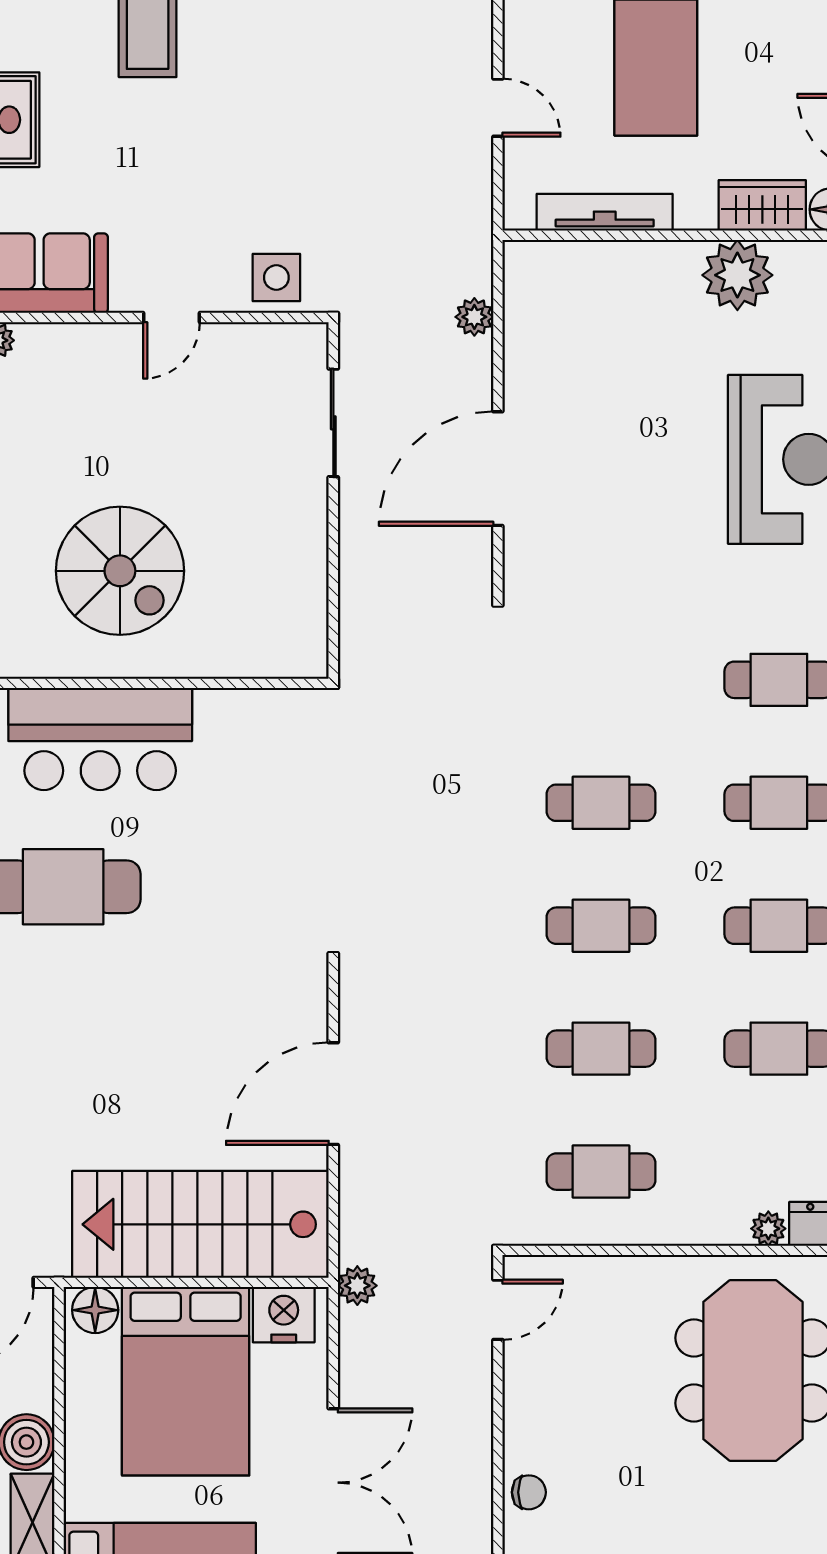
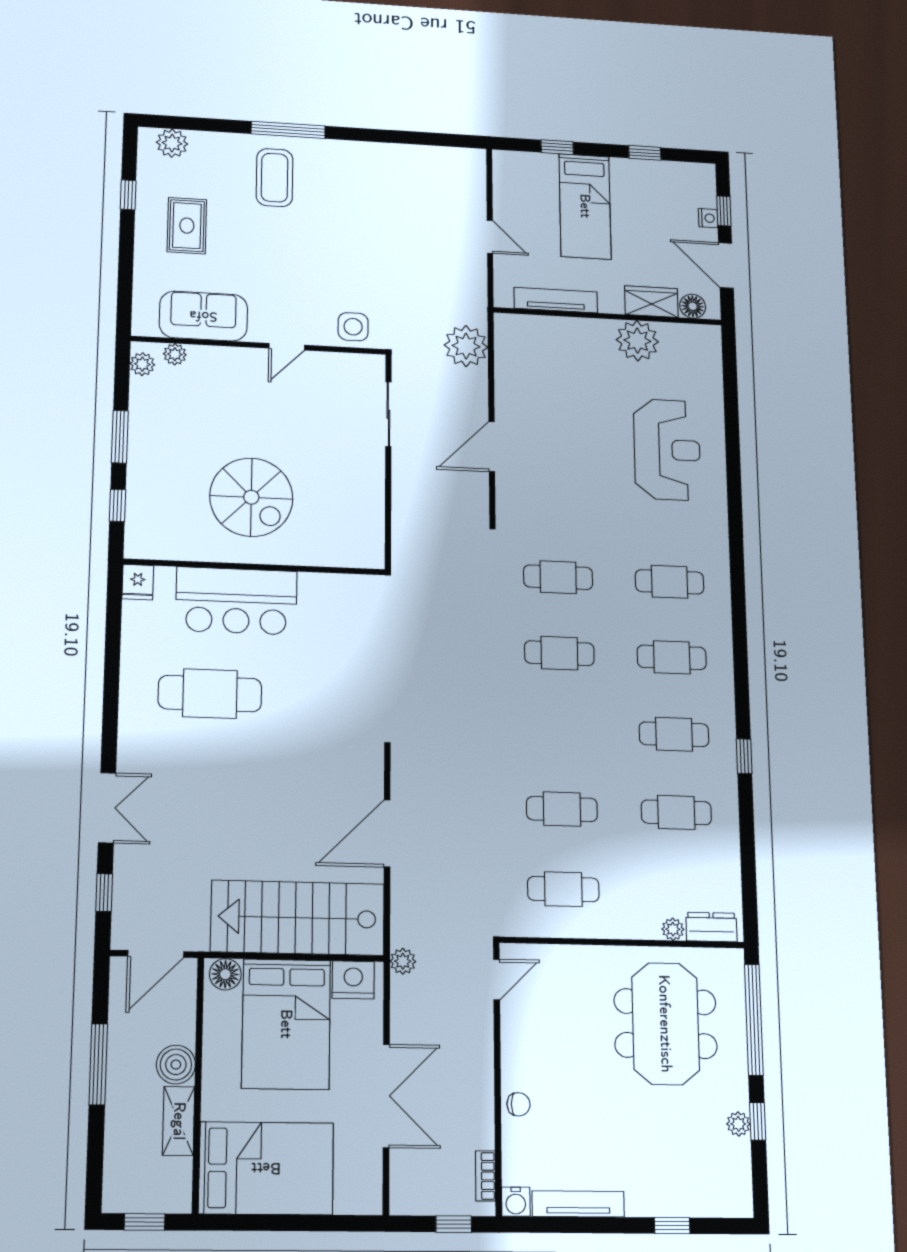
plant: (474, 317) -> (466, 346), width x1.88, depth x1.88
door: (498, 469) -> (492, 447), width x0.73
cafe table: (601, 926) -> (558, 577), moved

